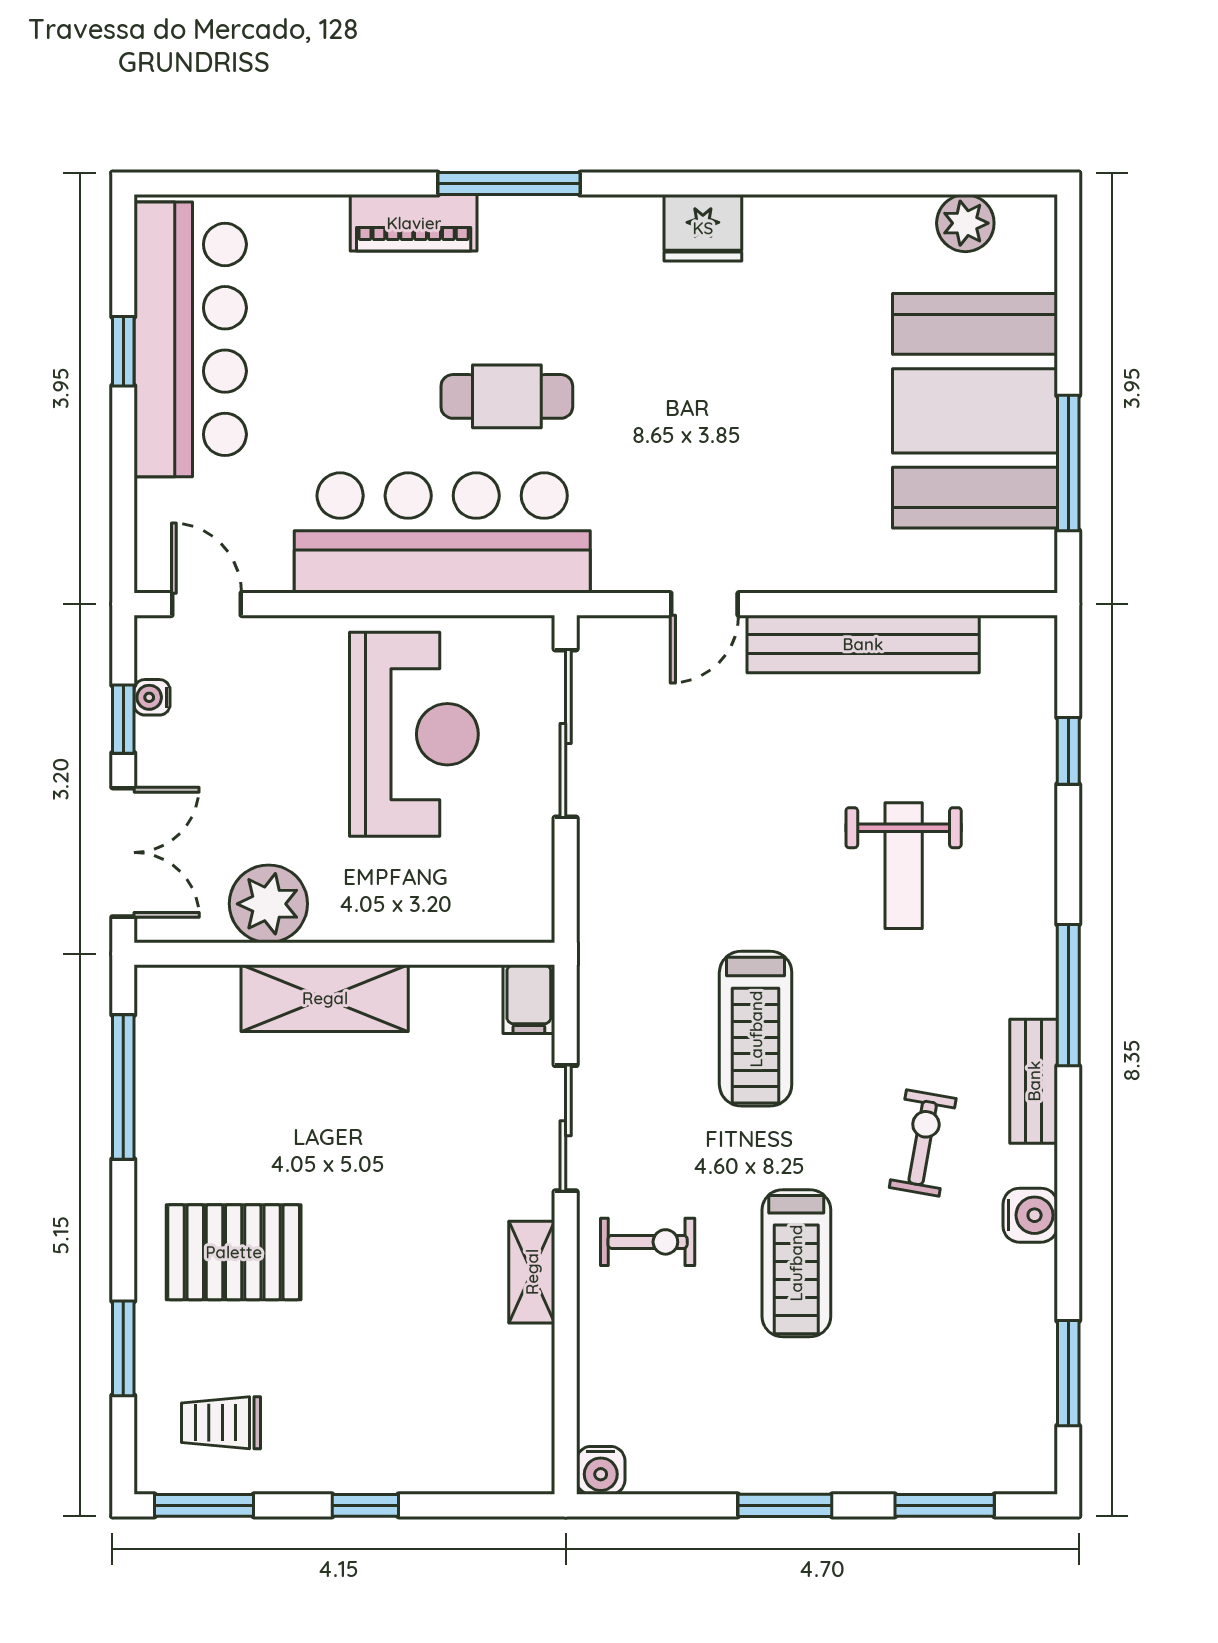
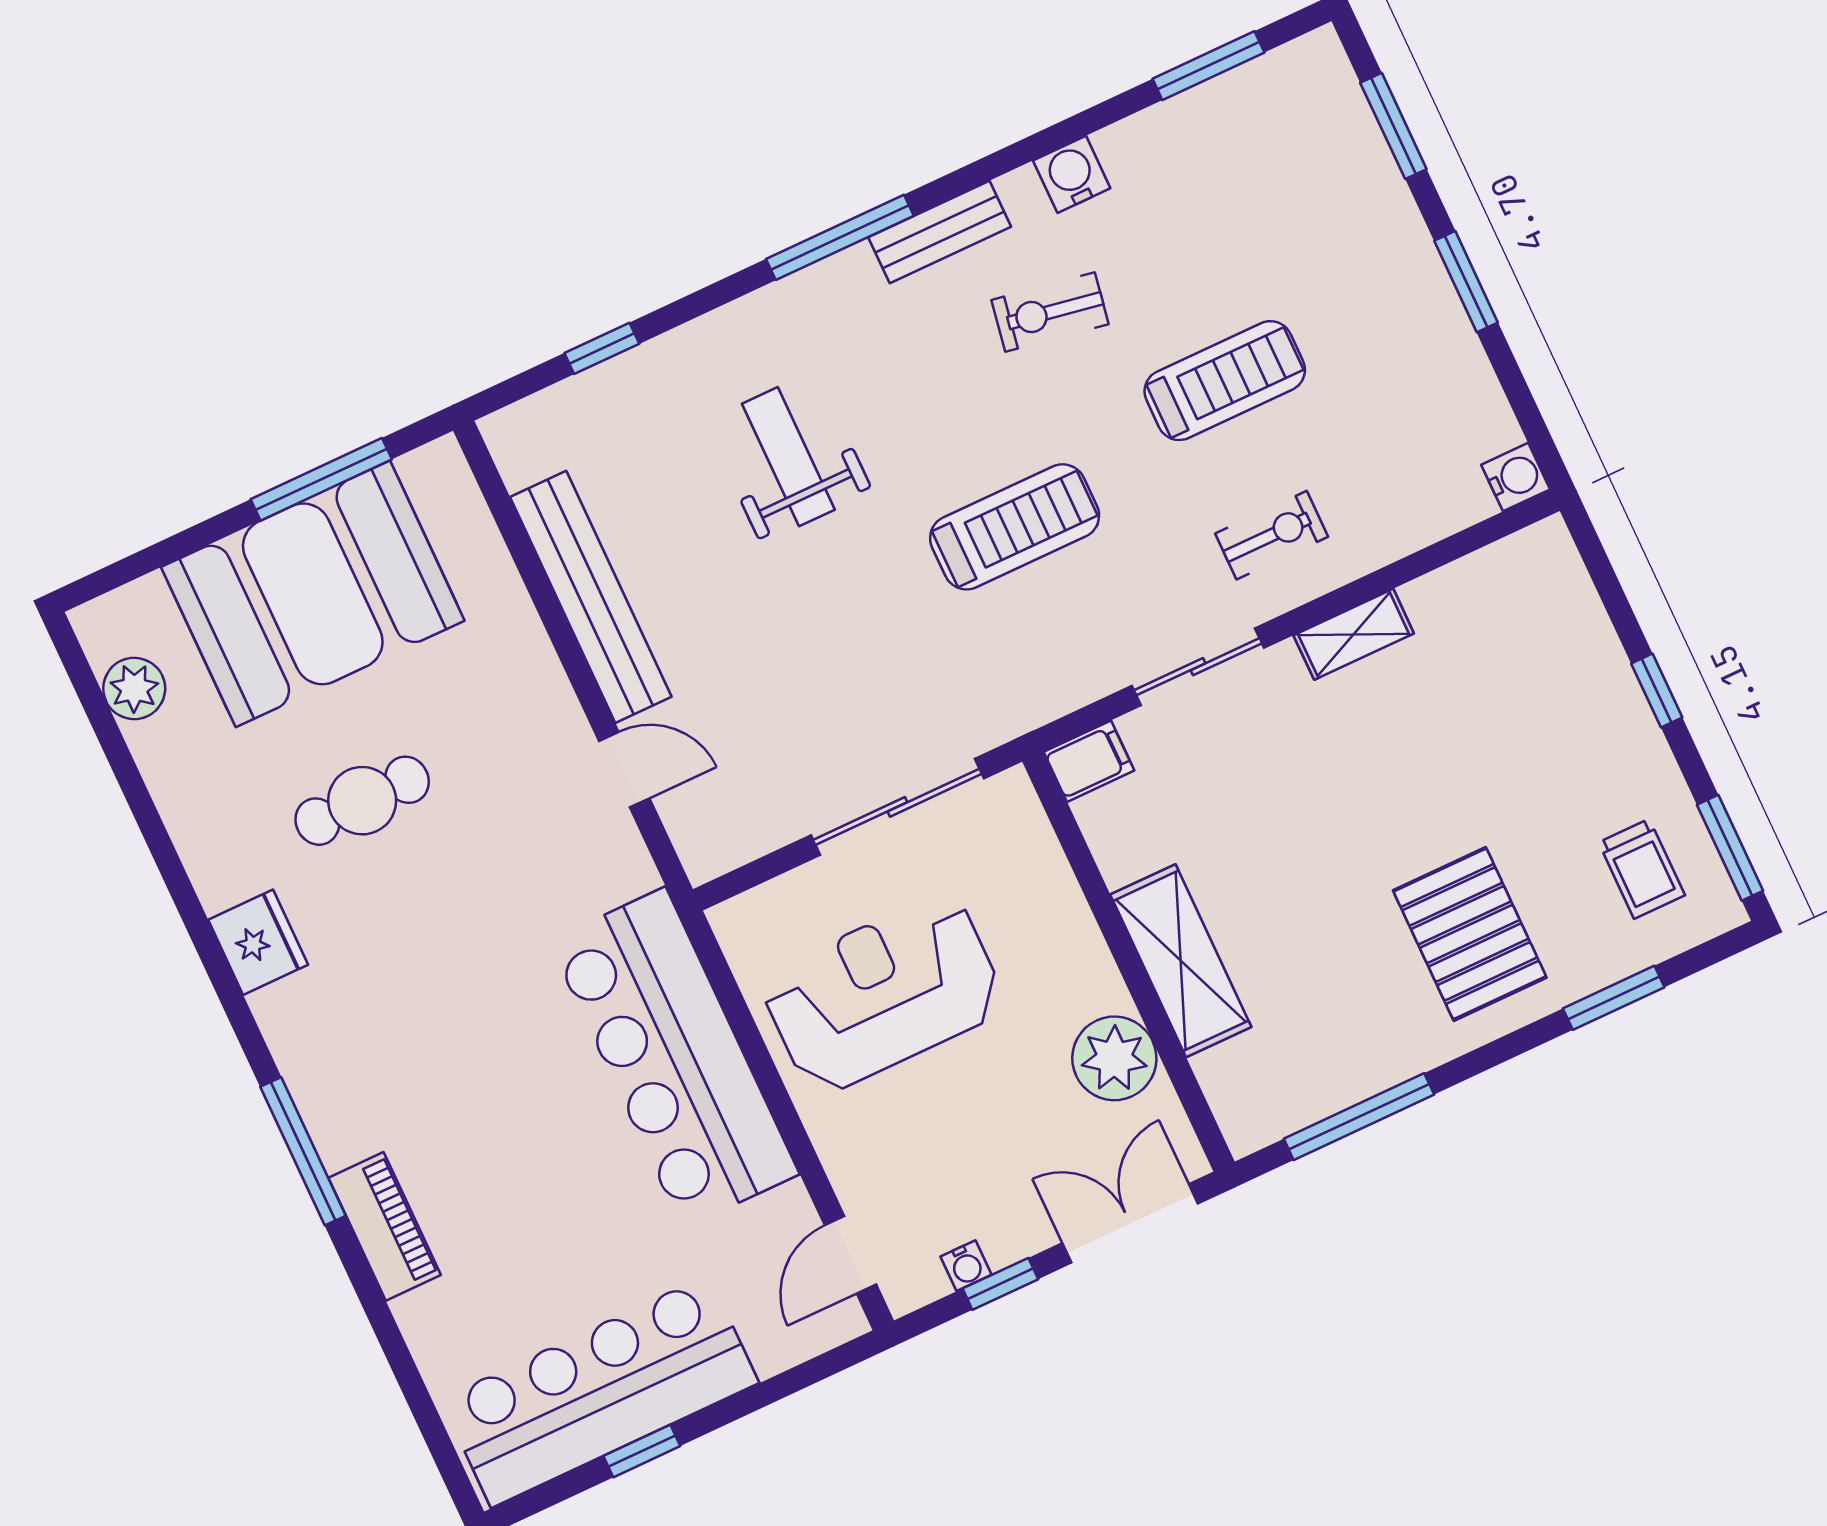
cafe table: (507, 396) -> (362, 801), moved, turned 90
sliding door: (566, 733) -> (897, 807), moved
weight bench: (904, 866) -> (788, 457), turned -90
exercise bike: (648, 1242) -> (1272, 535), turned 90

